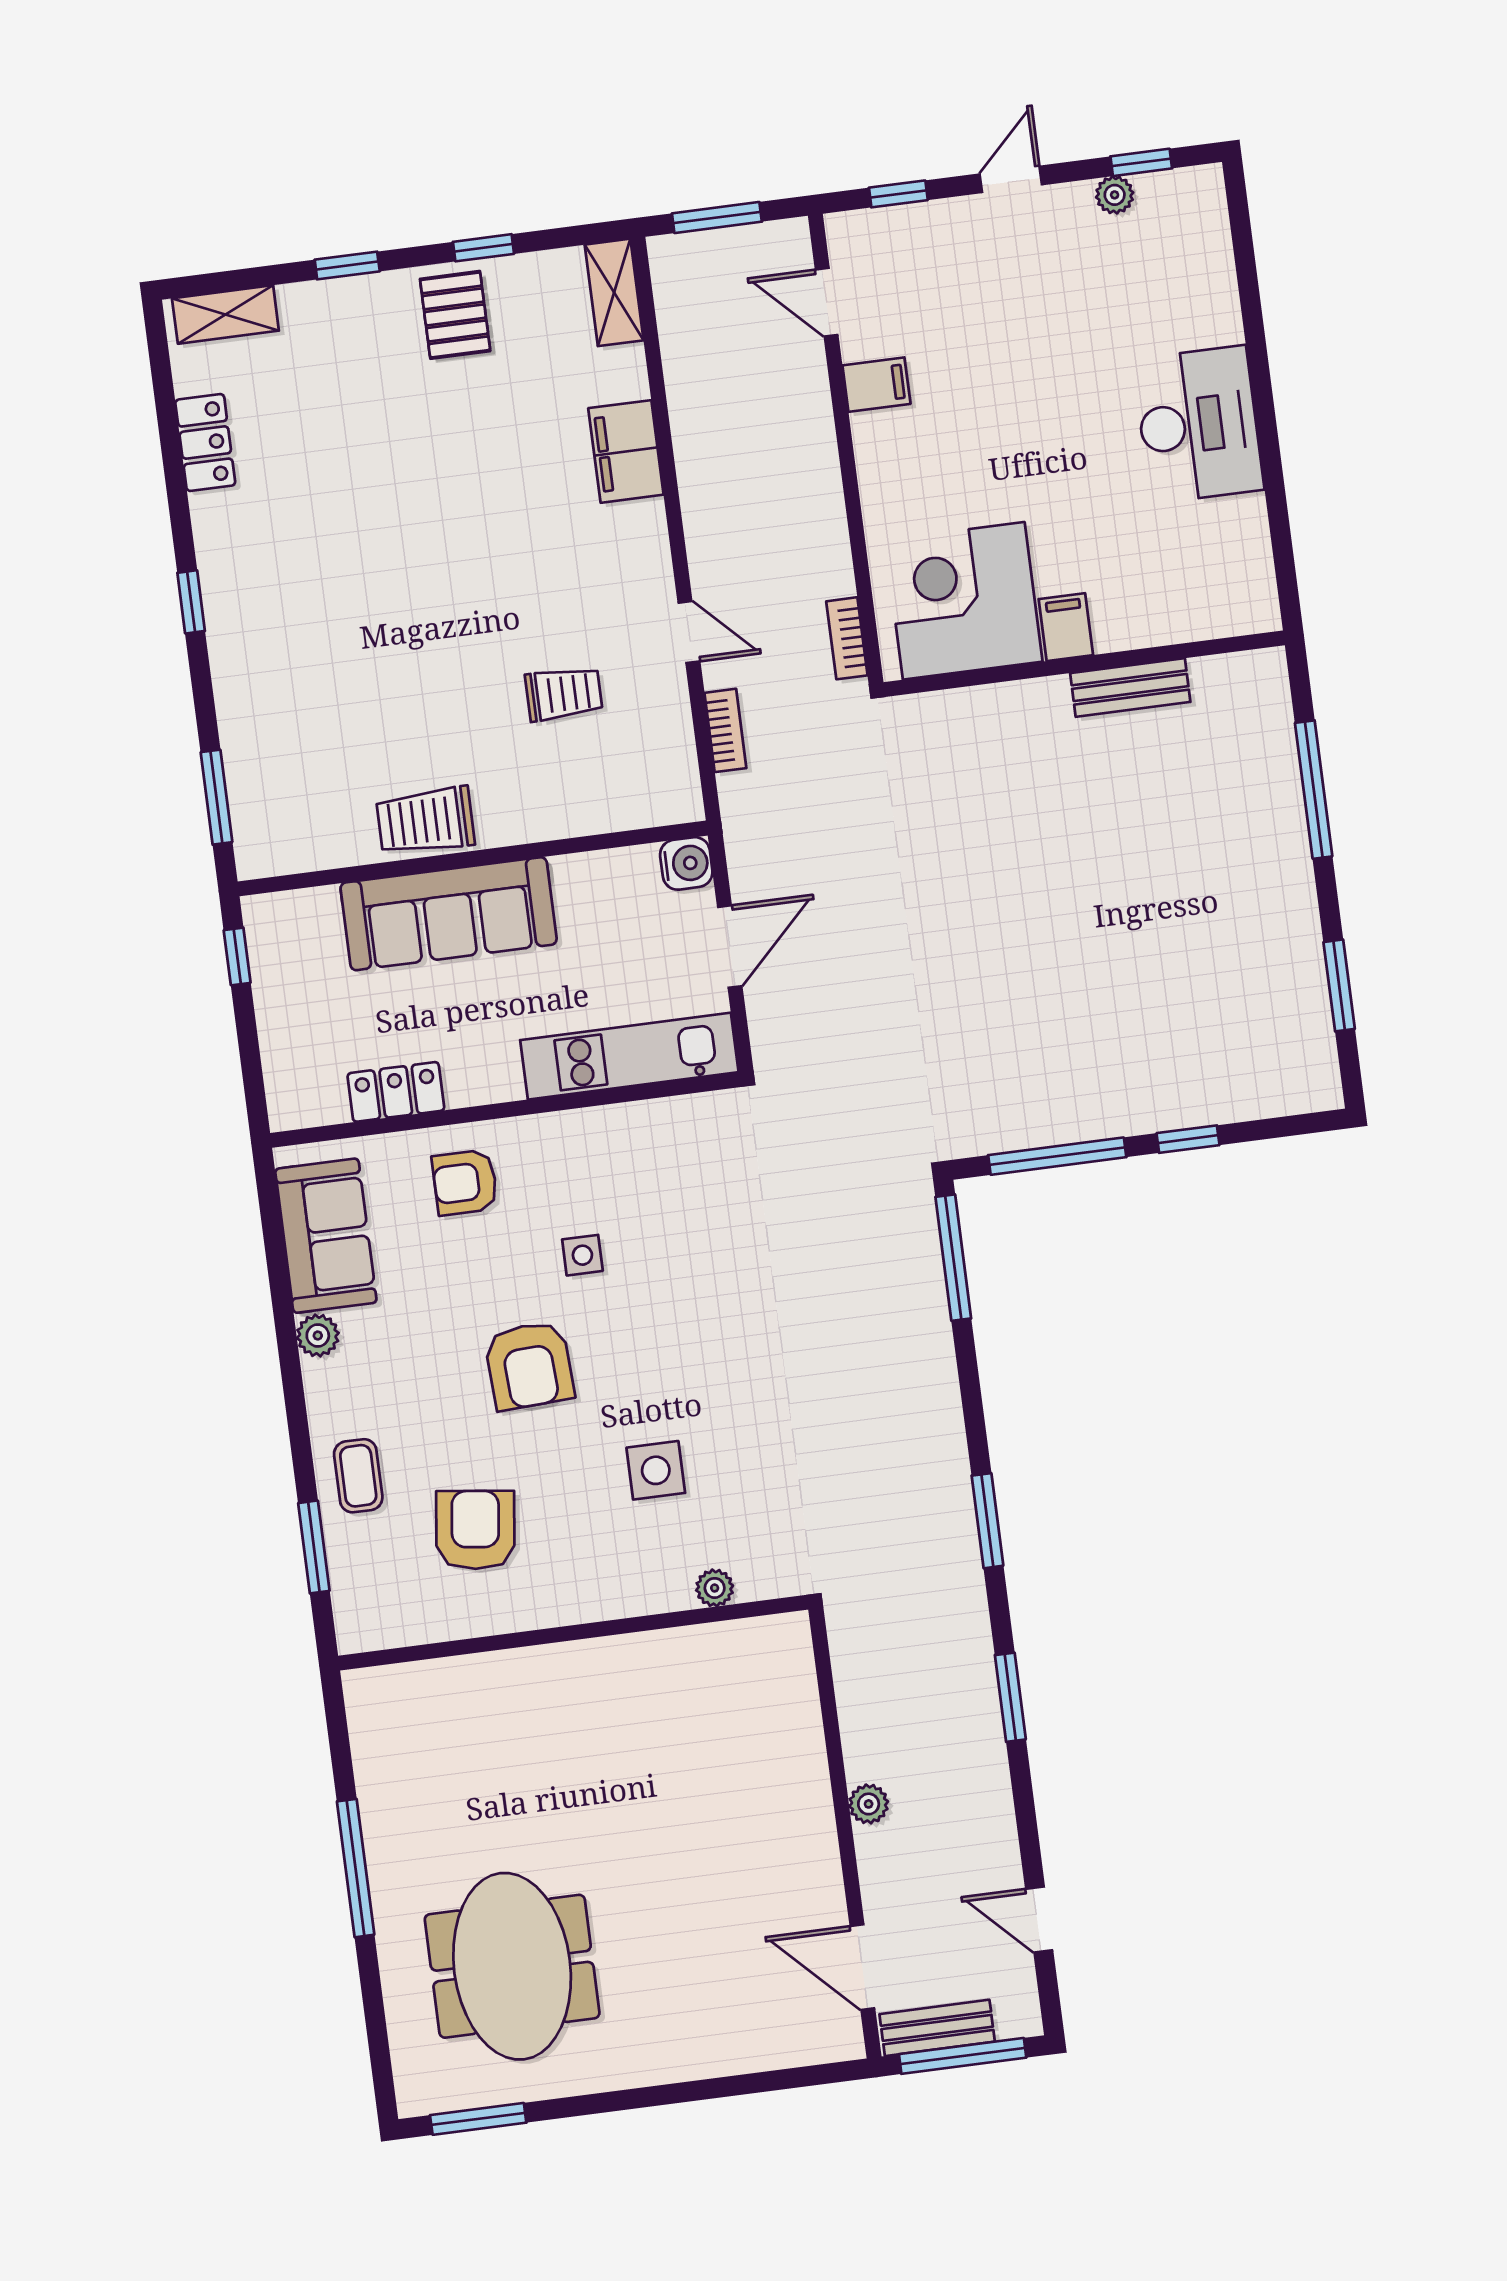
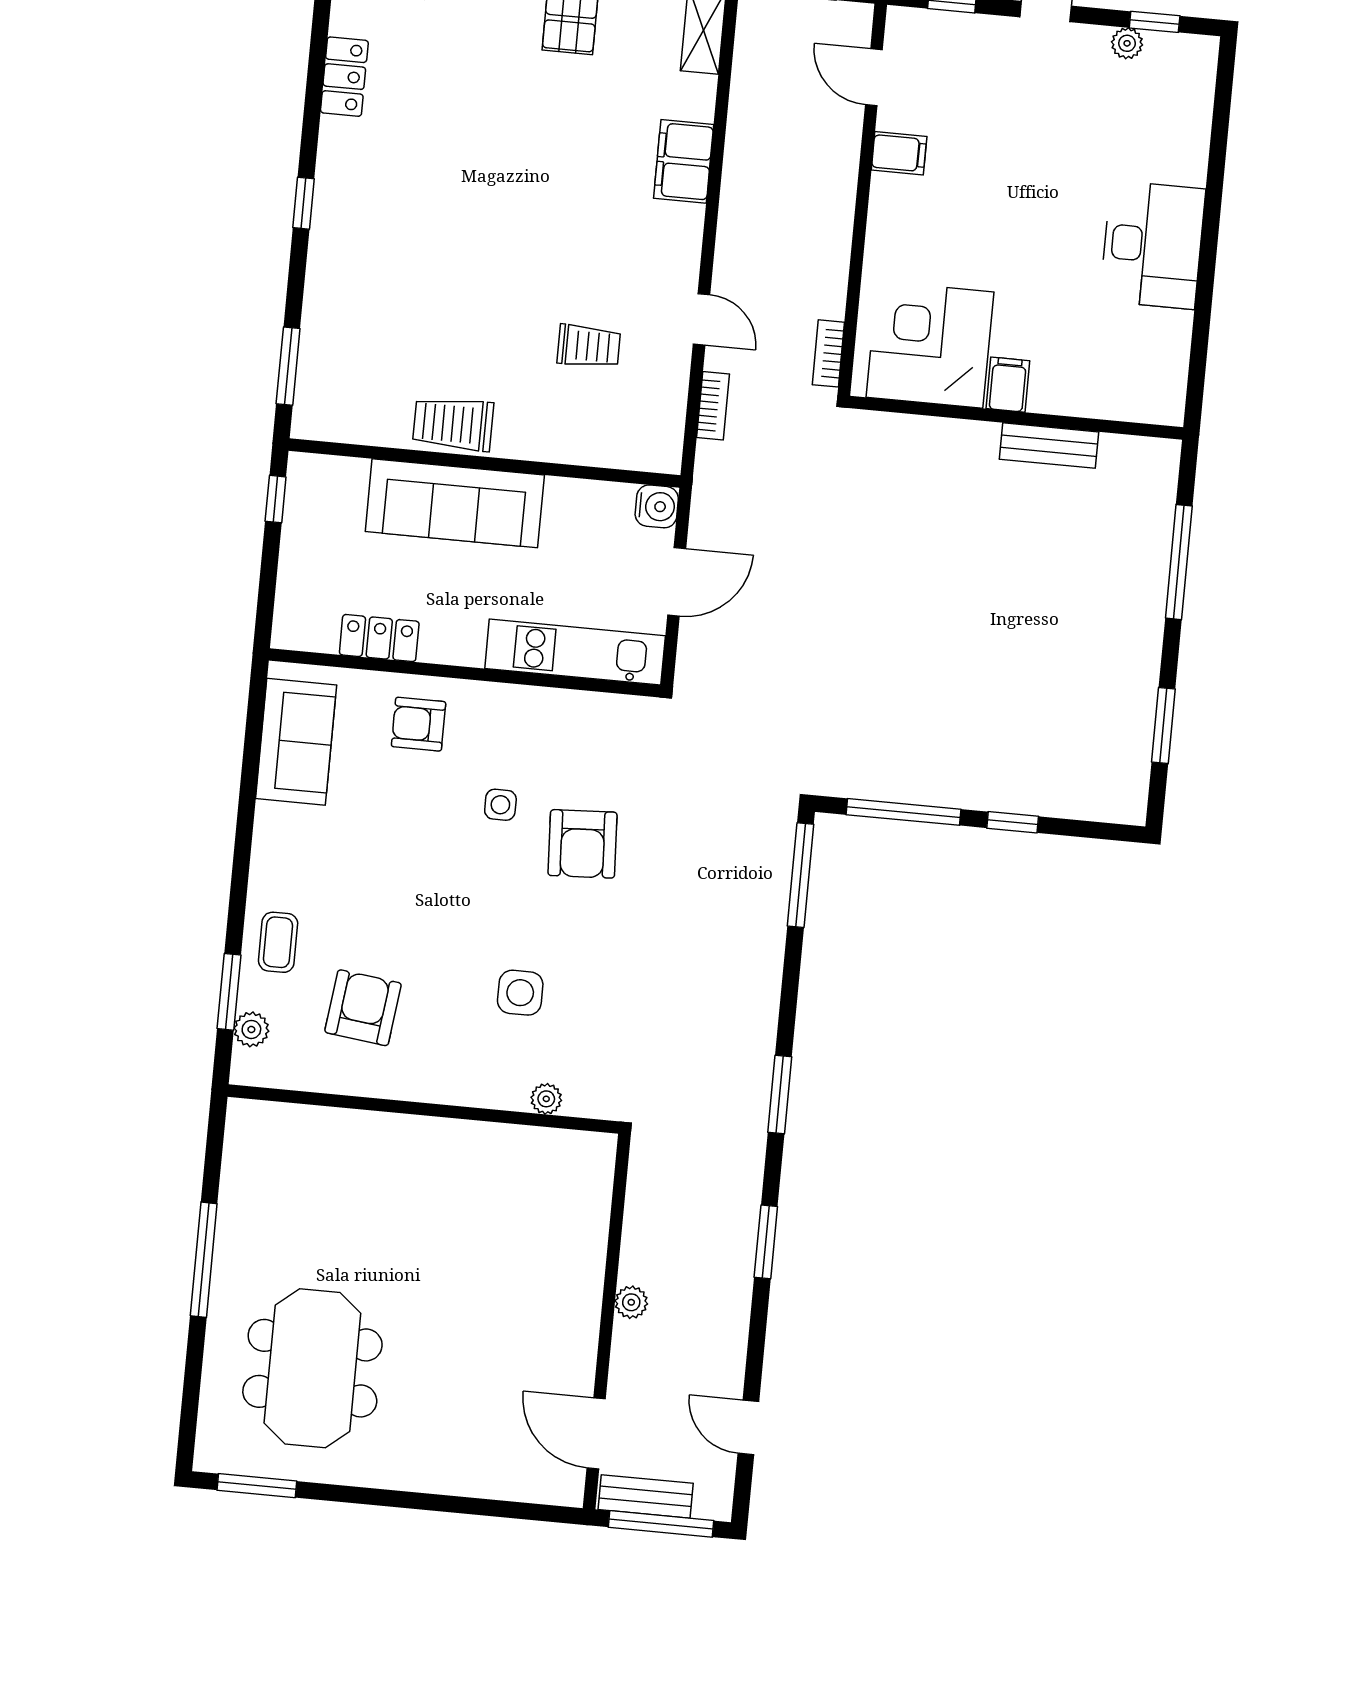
plant: (318, 1335) -> (251, 1029), moved
armchair: (529, 1366) -> (583, 844), moved

